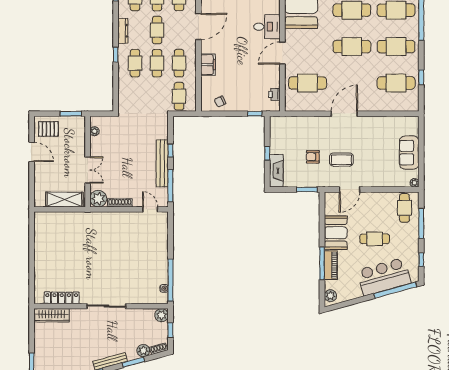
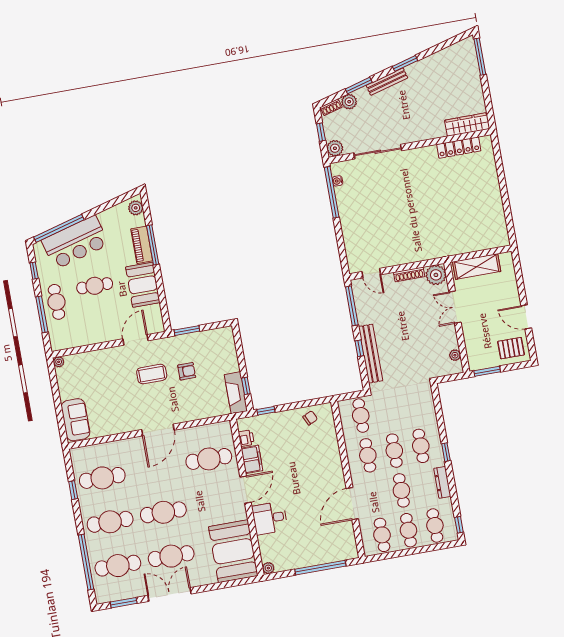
filing cabinet: (208, 65) -> (252, 459), moved, turned 180
window: (267, 153) -> (246, 386), moved
sofa: (409, 153) -> (76, 420), moved
bench: (162, 163) -> (371, 354), moved
fireplace: (276, 171) -> (236, 393), moved
cafe table: (404, 208) -> (56, 302), moved
sliding door: (106, 306) -> (378, 152), moved

